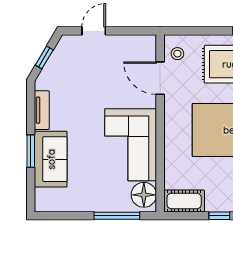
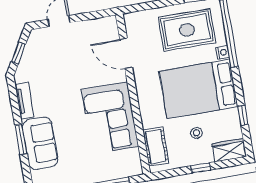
stool: (177, 54) -> (196, 133), moved
floor lamp: (144, 195) -> (129, 161), removed
cot: (184, 201) -> (156, 146), moved, turned 90

